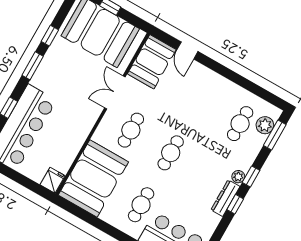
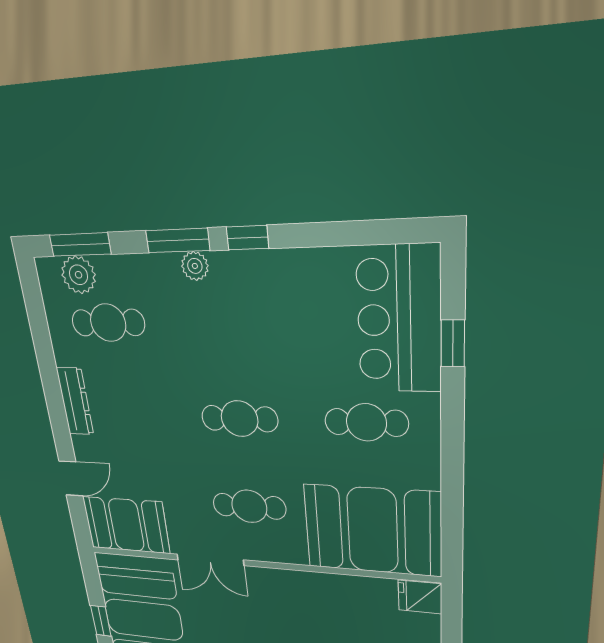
window: (251, 176) -> (178, 241), width x1.50
dresser: (225, 198) -> (75, 401), moved, turned -90

